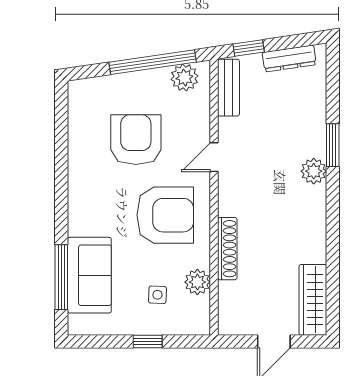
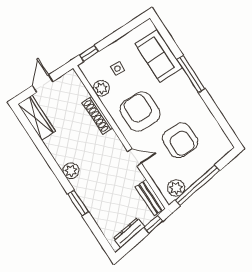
door: (214, 157) -> (135, 157), hinge flipped
plant: (314, 171) -> (71, 171), moved
armchair: (165, 215) -> (140, 112), turned 90
window: (61, 277) -> (191, 74), moved
window: (148, 342) -> (89, 53), moved

